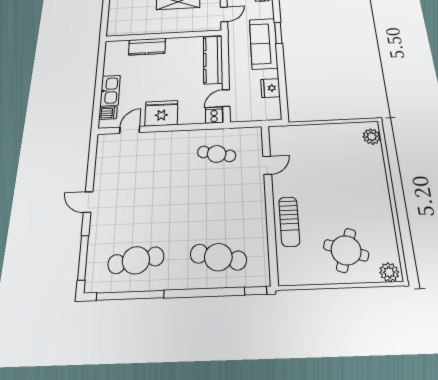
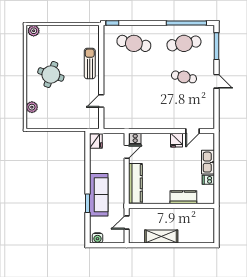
fridge: (270, 88) -> (96, 141), moved
dishwasher: (108, 113) -> (208, 180), moved
fridge: (161, 113) -> (176, 140), width x0.53, depth x0.75
plant: (372, 137) -> (32, 107), moved
cafe table: (217, 154) -> (184, 77), moved
round table: (346, 250) -> (51, 74), moved

